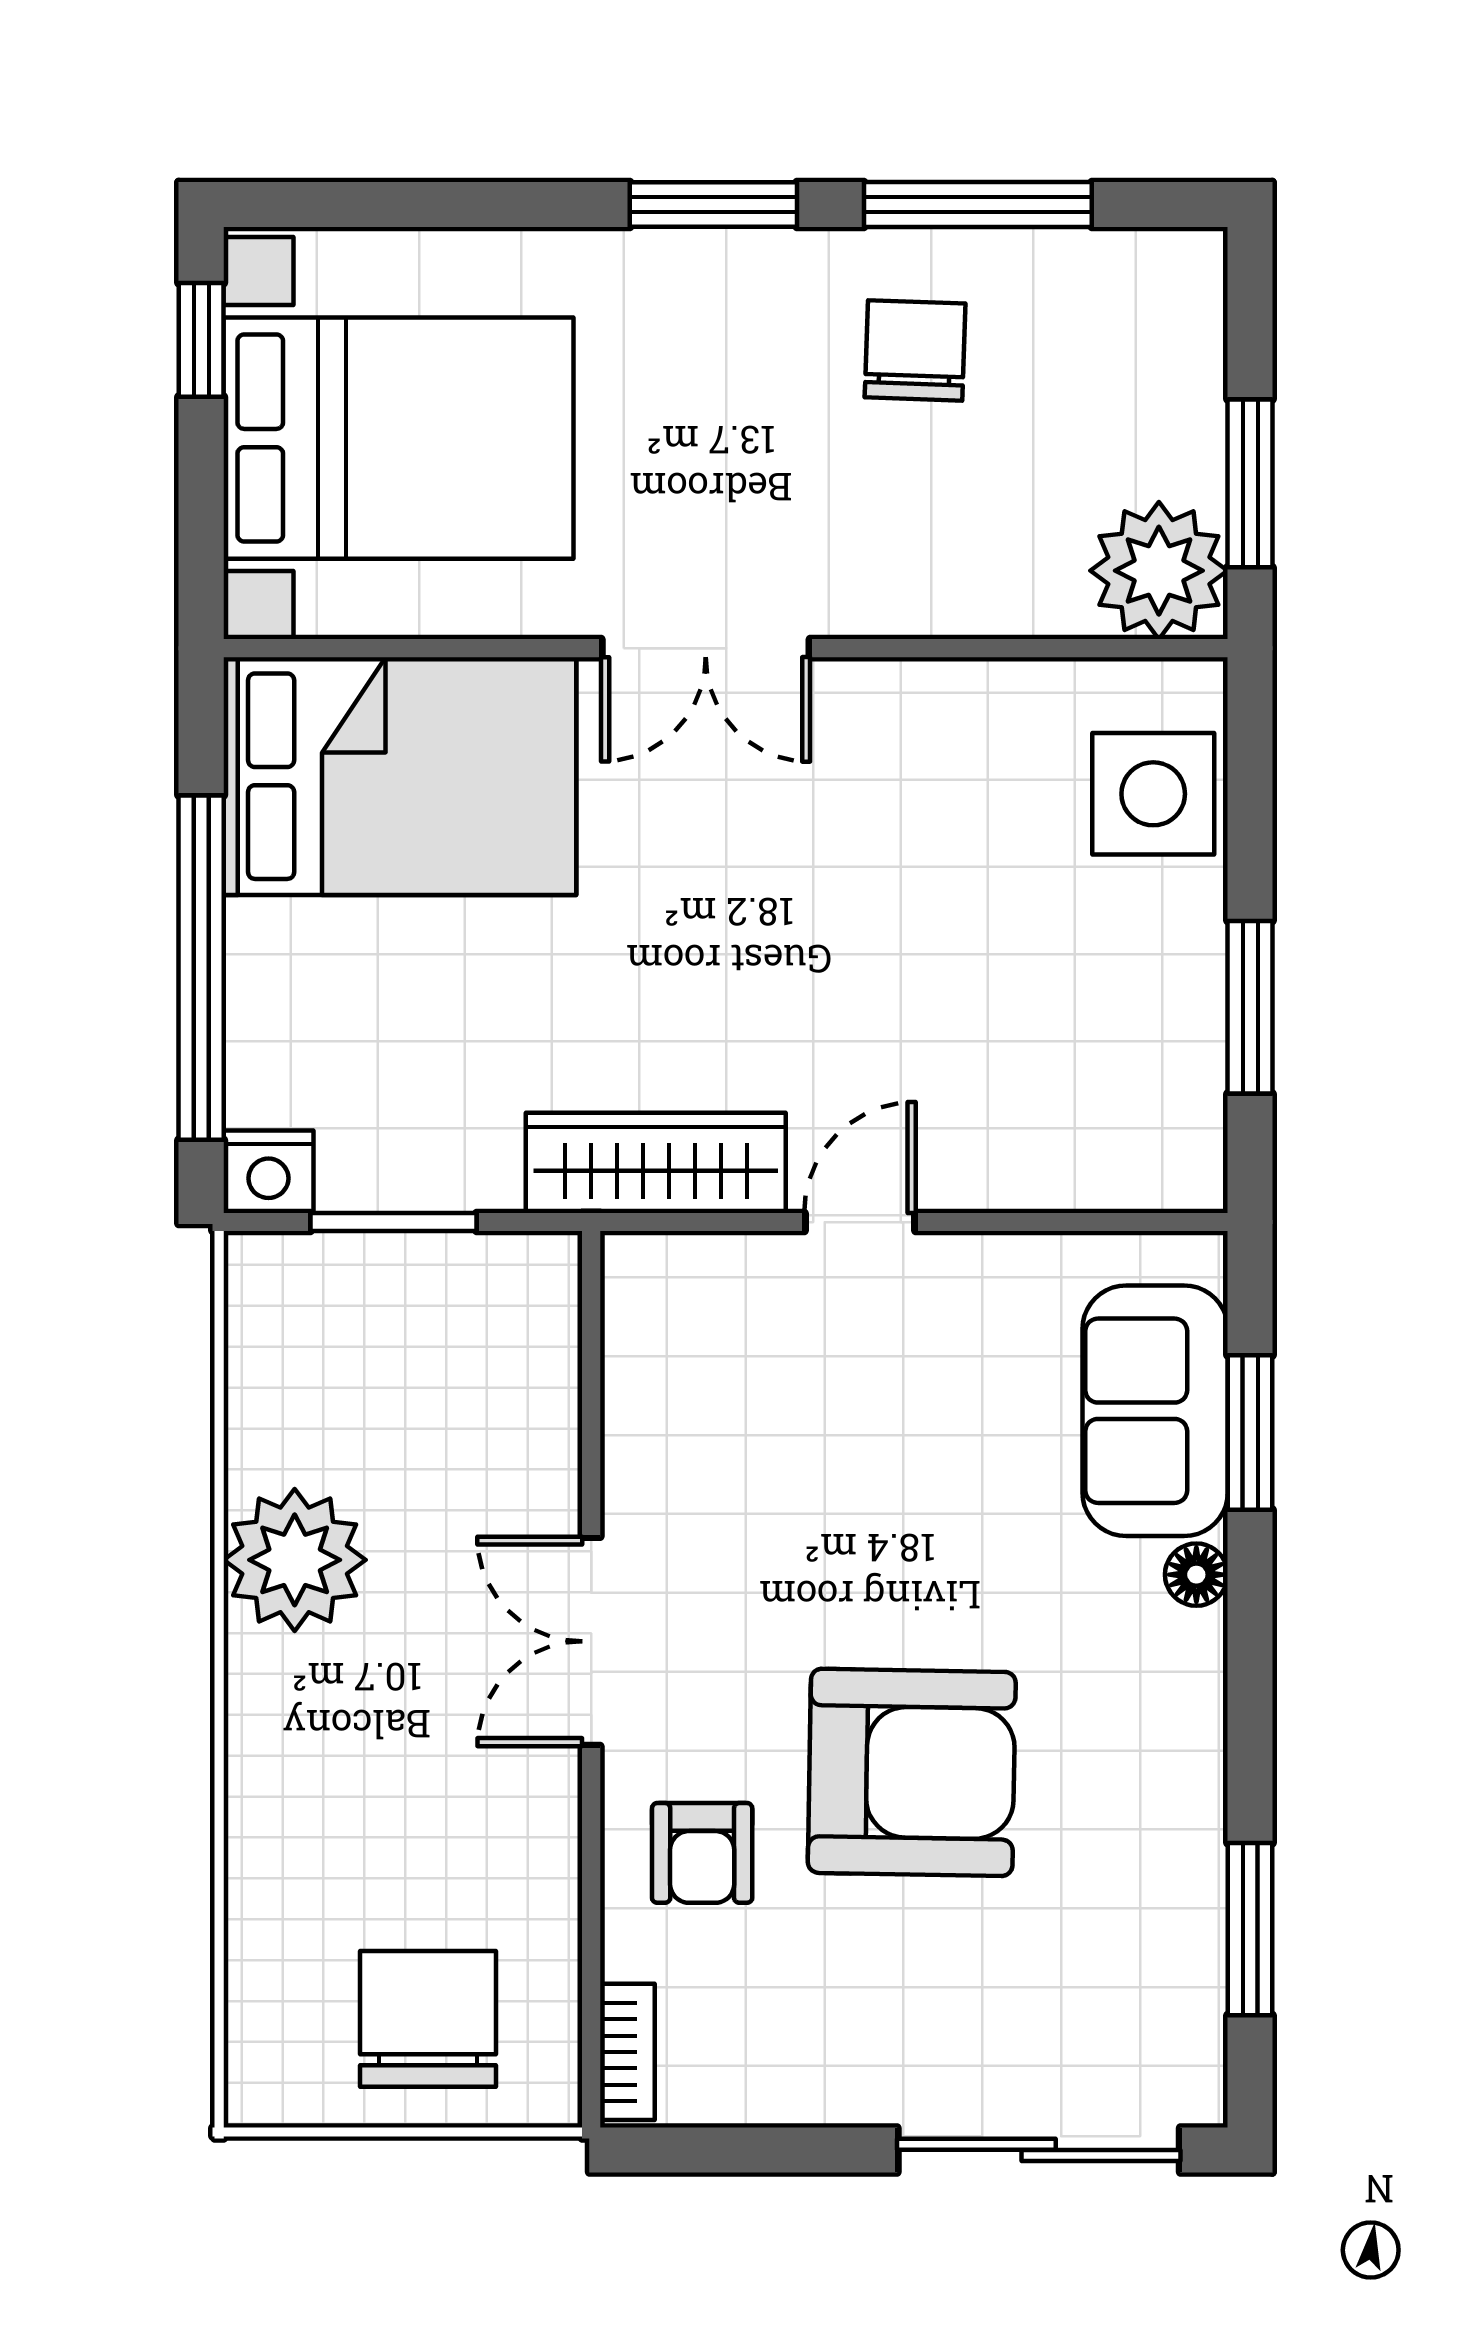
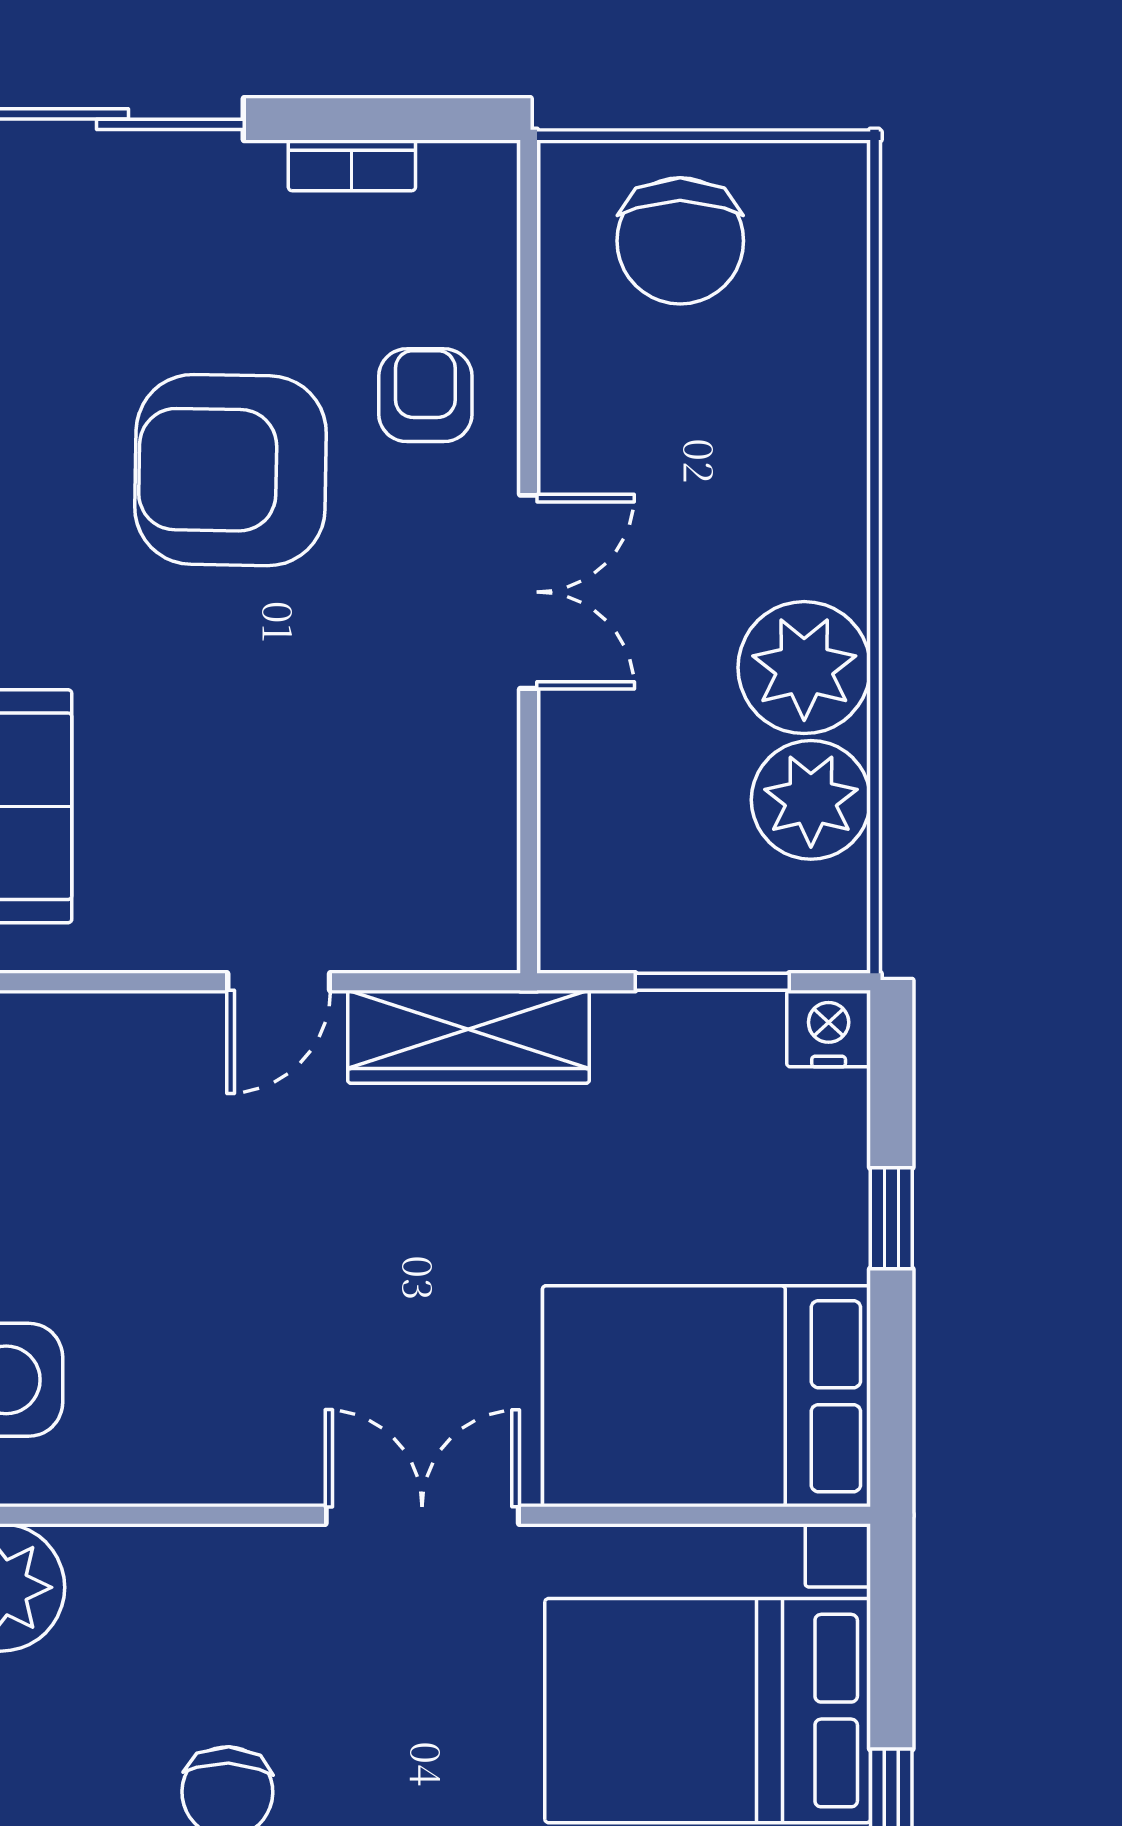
window: (201, 968) -> (891, 1218), width x0.32
plant: (287, 1418) -> (811, 800), added
bookcase: (627, 2052) -> (352, 165), moved, turned -90

